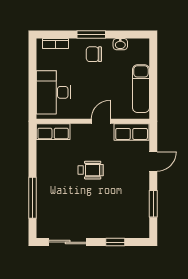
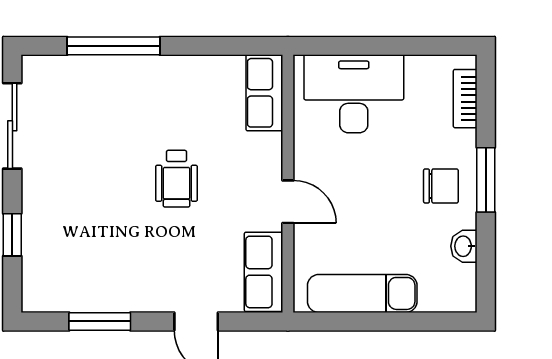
chair: (94, 54) -> (441, 186), turned 90

